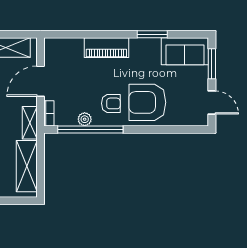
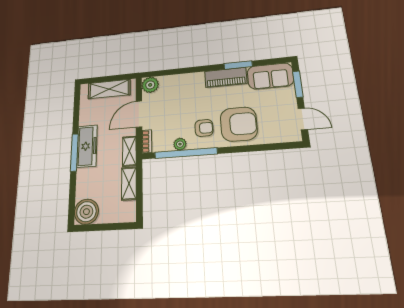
plant: (54, 48) -> (150, 85), added
piano: (106, 48) -> (226, 77), moved
armchair: (147, 102) -> (239, 124), turned 180
shelving: (27, 166) -> (129, 183), width x0.67, depth x0.75

